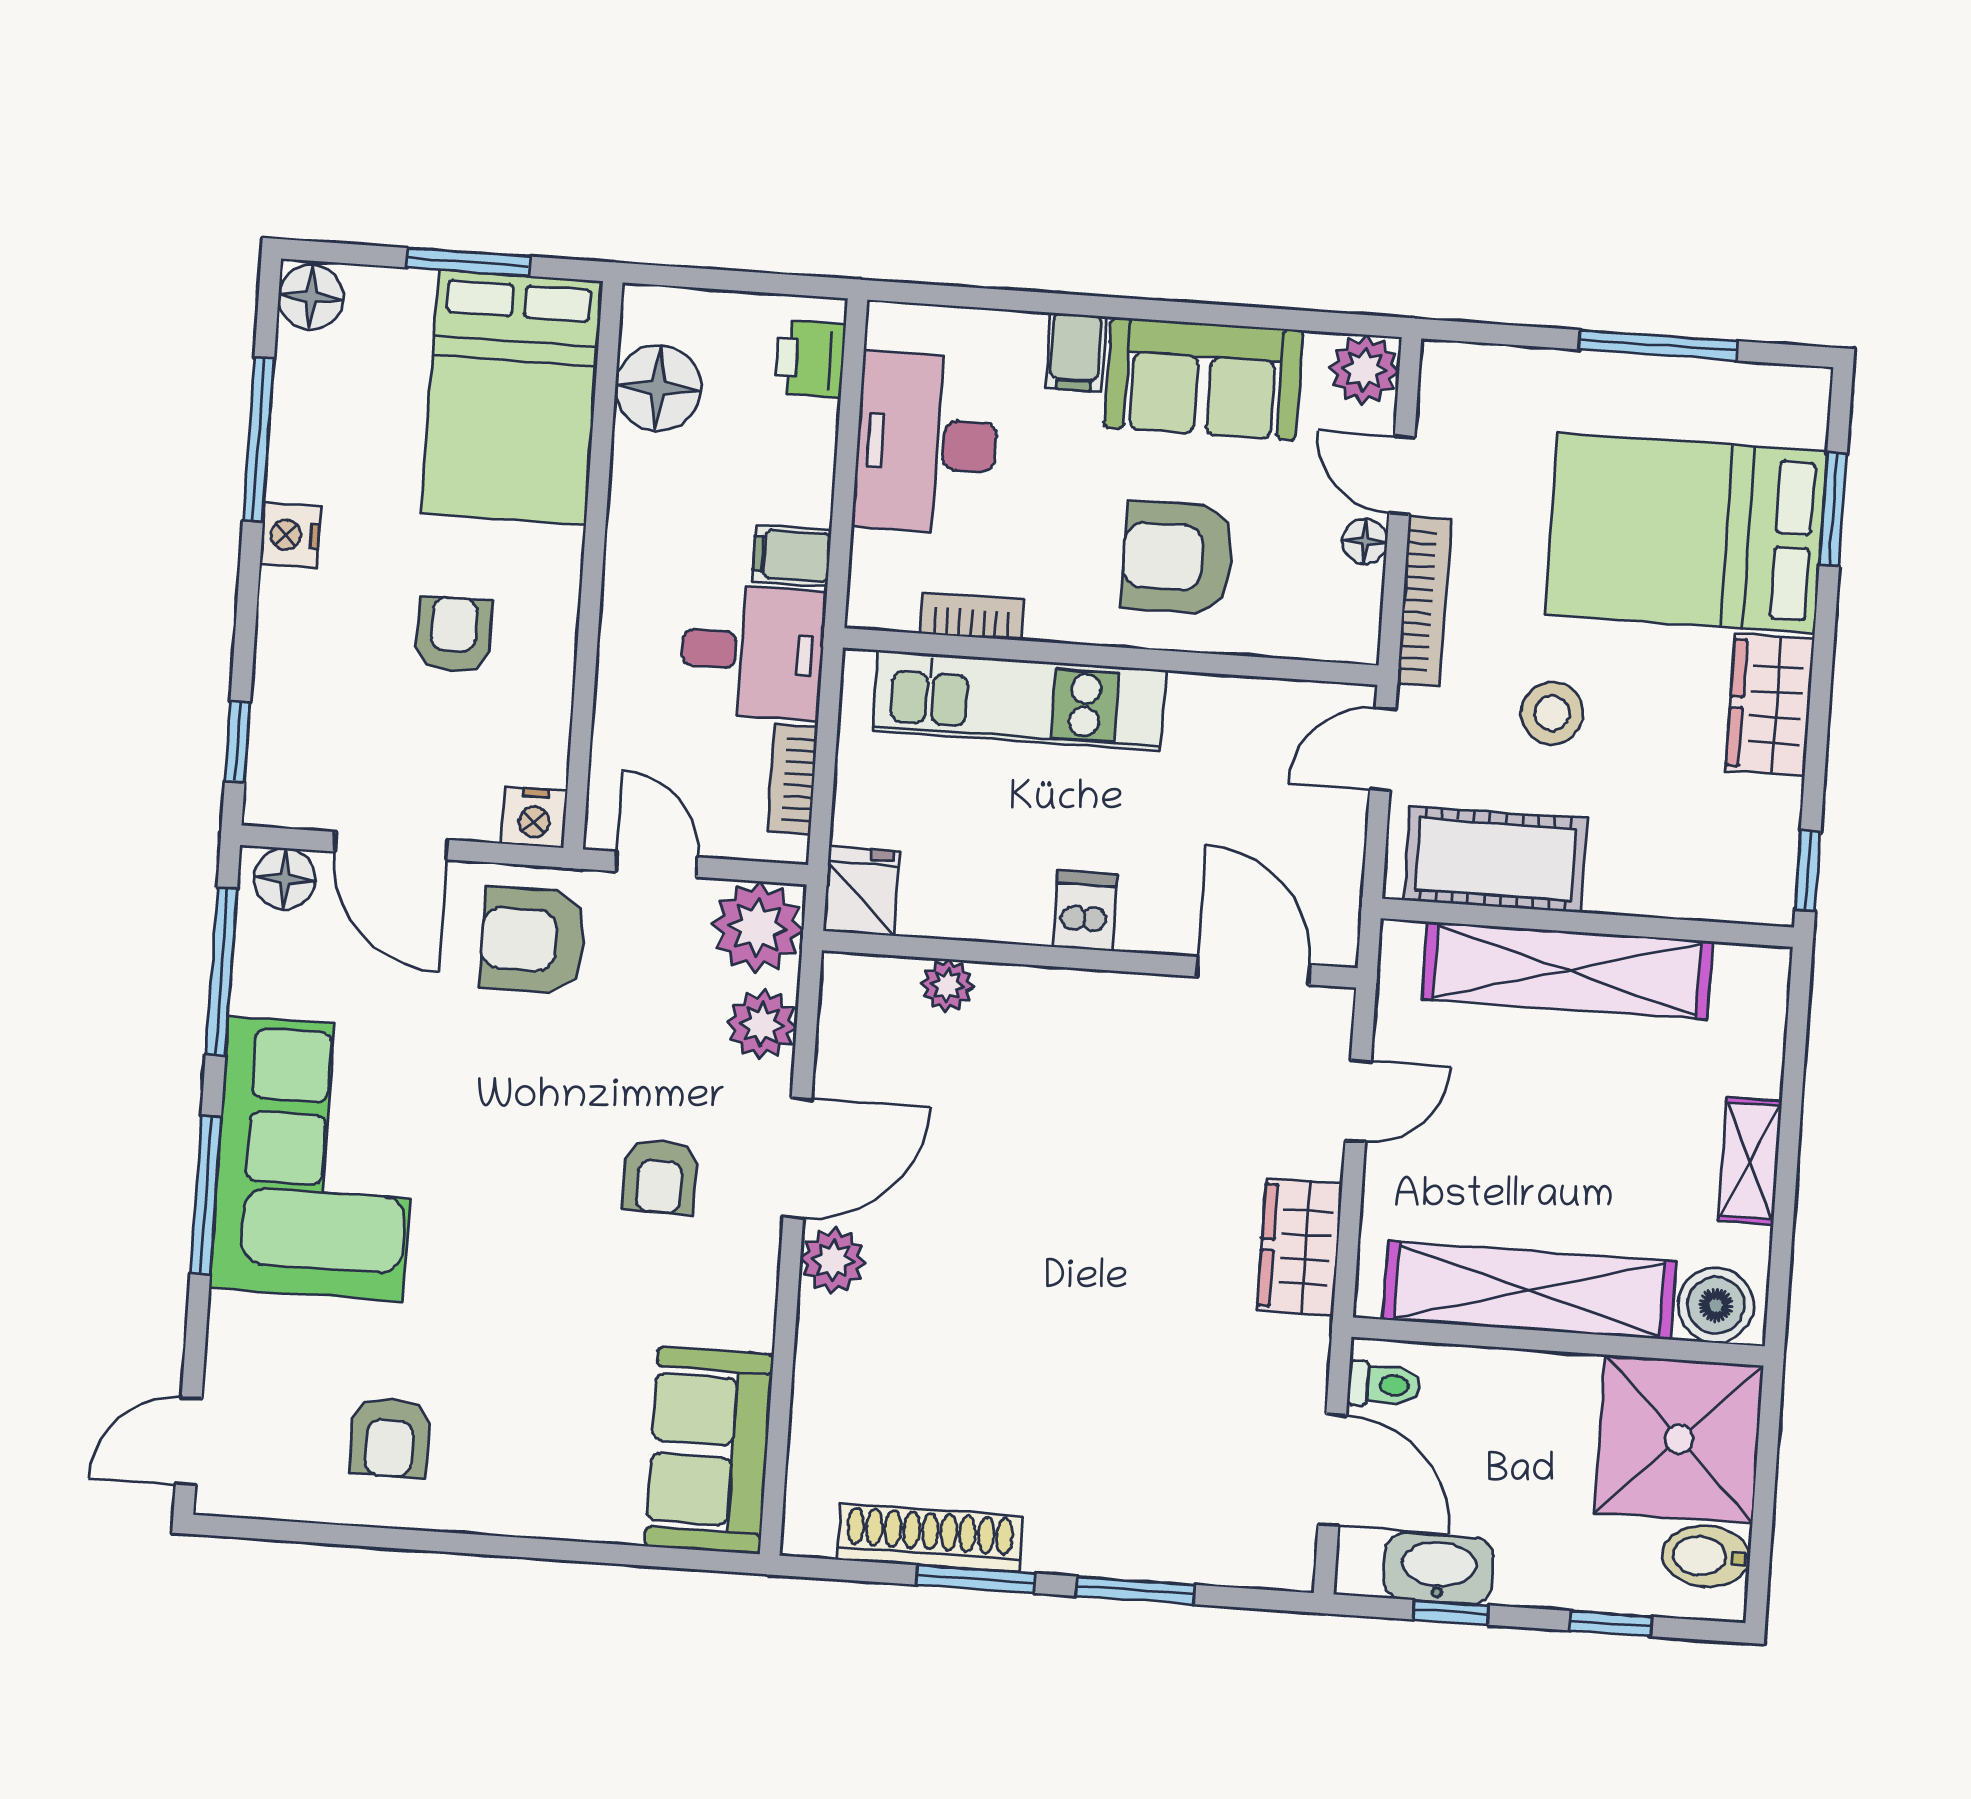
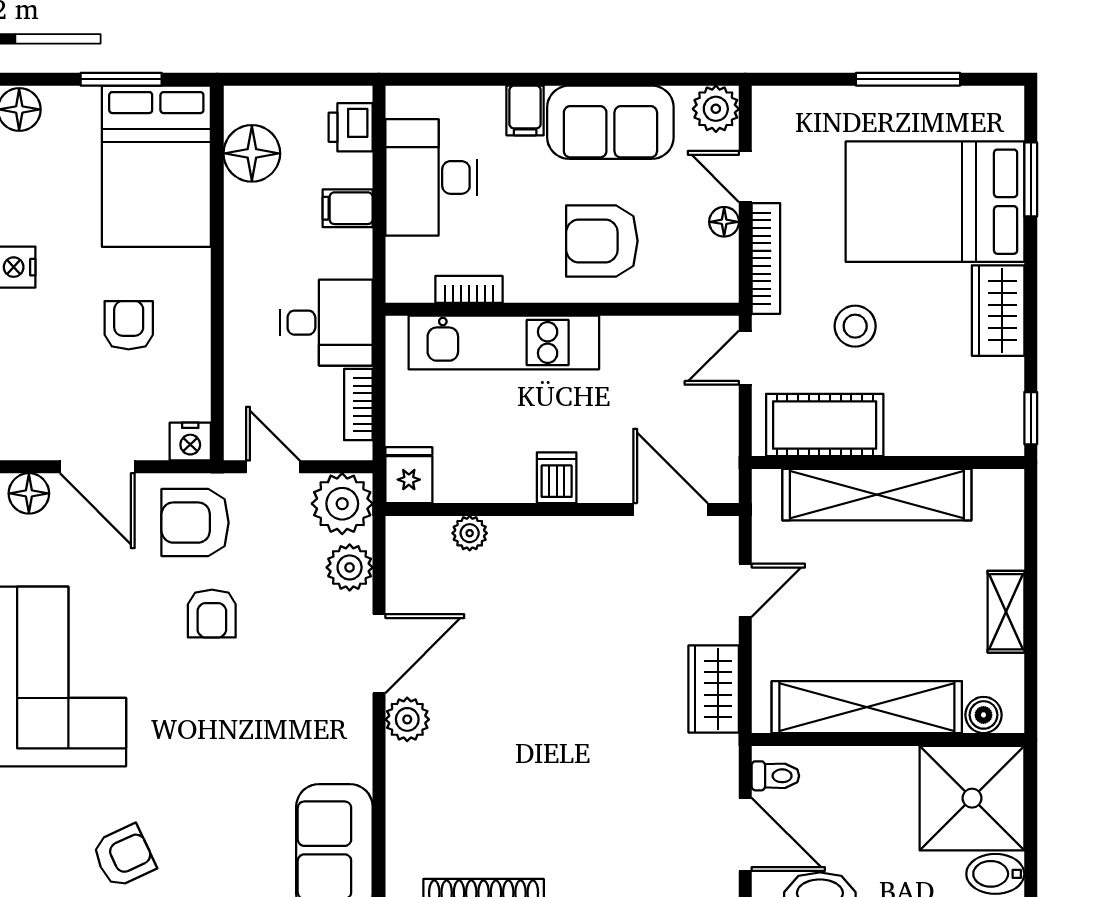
filing cabinet: (792, 556) -> (348, 208), moved
armchair: (660, 1176) -> (212, 614), moved
boiler: (1716, 1305) -> (984, 715), width x0.73, depth x0.73
armchair: (390, 1437) -> (124, 856), turned -115

